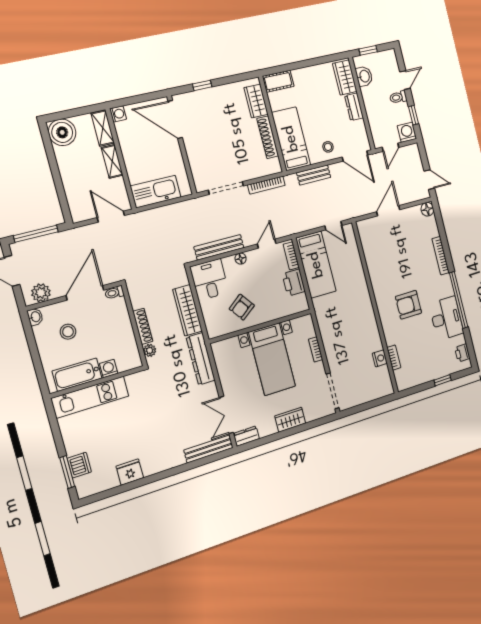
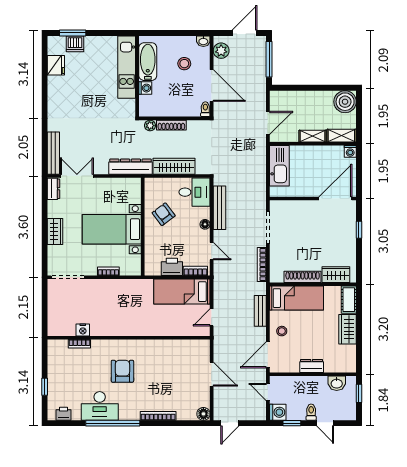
wardrobe: (345, 77) -> (348, 329), moved, turned -90
fridge: (130, 472) -> (56, 65), moved

